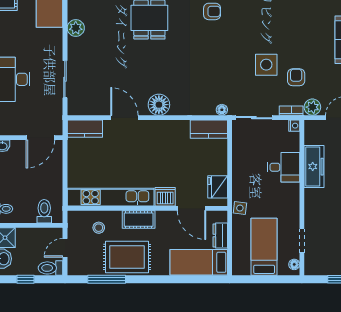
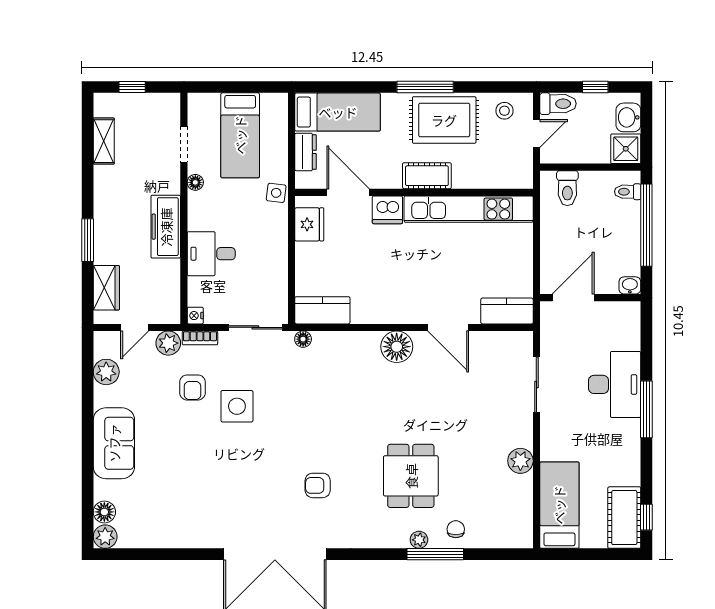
freezer: (314, 167) -> (166, 227), moved
stool: (99, 228) -> (504, 111), moved
floor lamp: (294, 264) -> (195, 182), moved
window: (107, 279) -> (425, 87), moved

